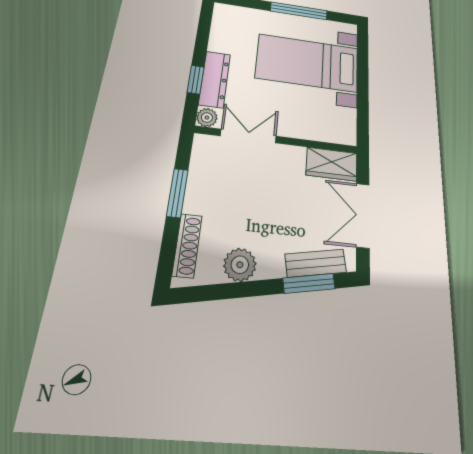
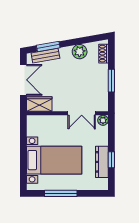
dresser: (215, 79) -> (102, 162), moved
window: (196, 80) -> (111, 160), moved
shoe rack: (187, 245) -> (103, 54), width x0.70

